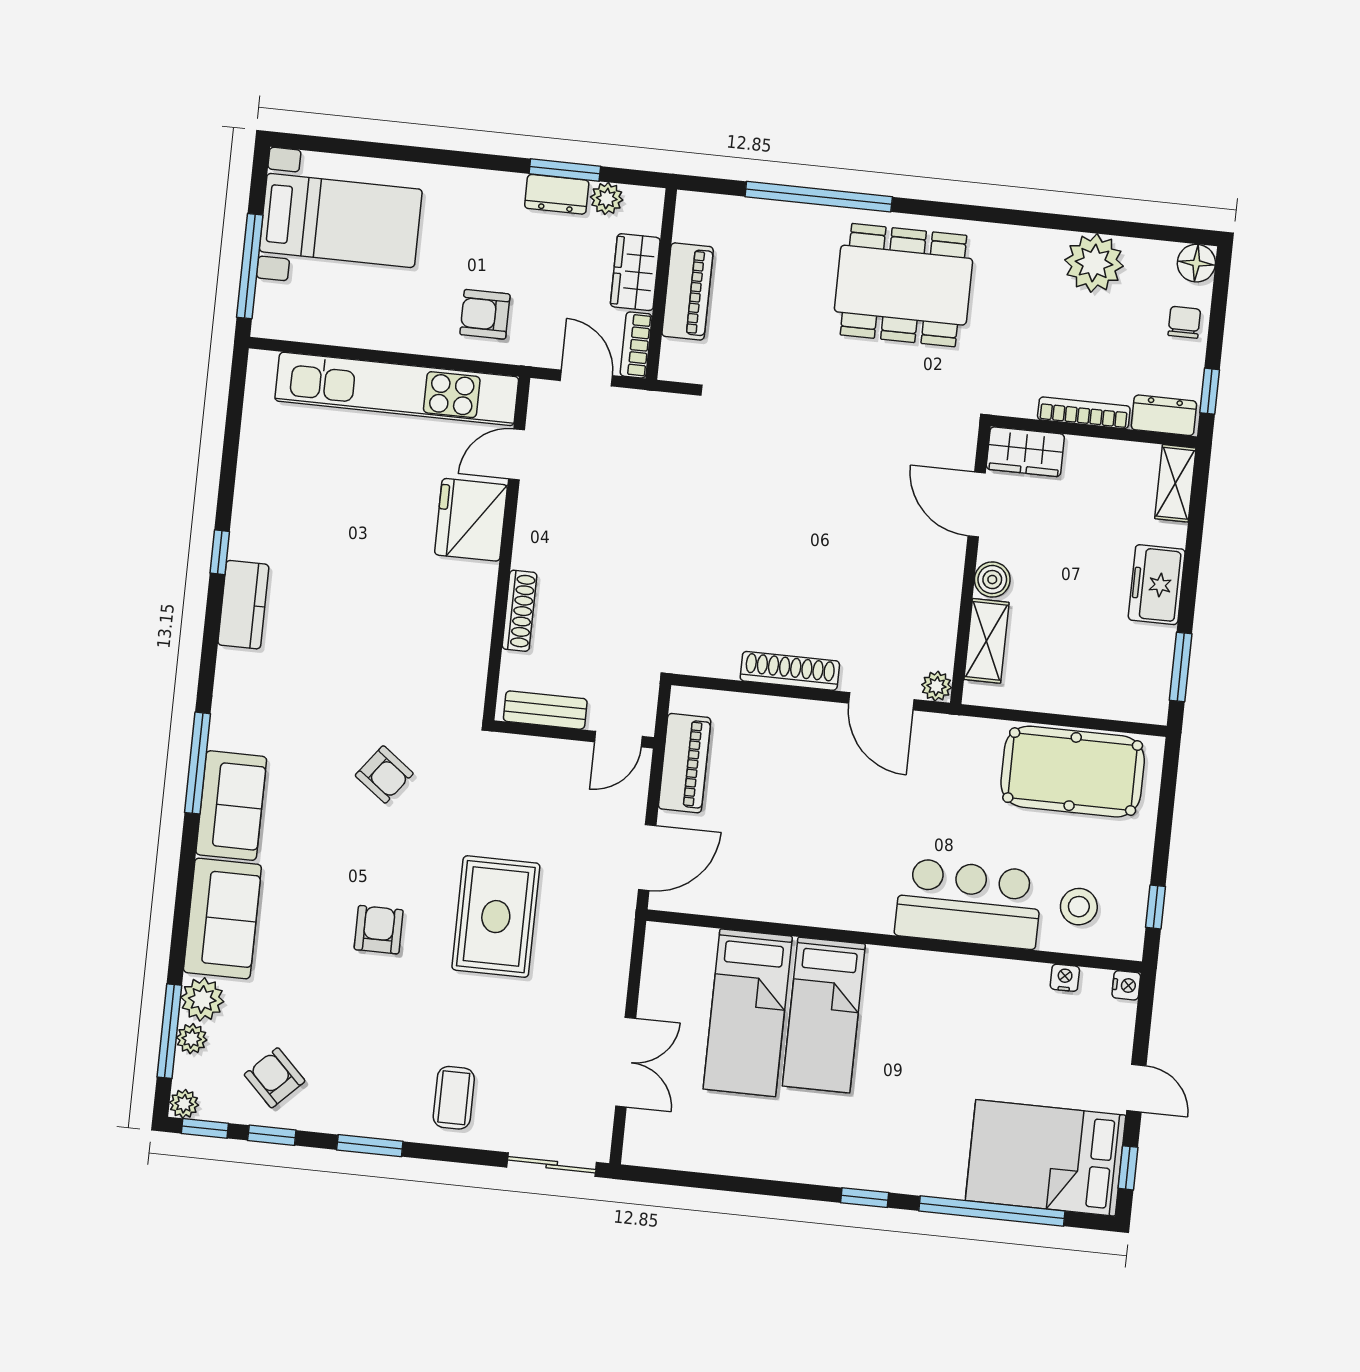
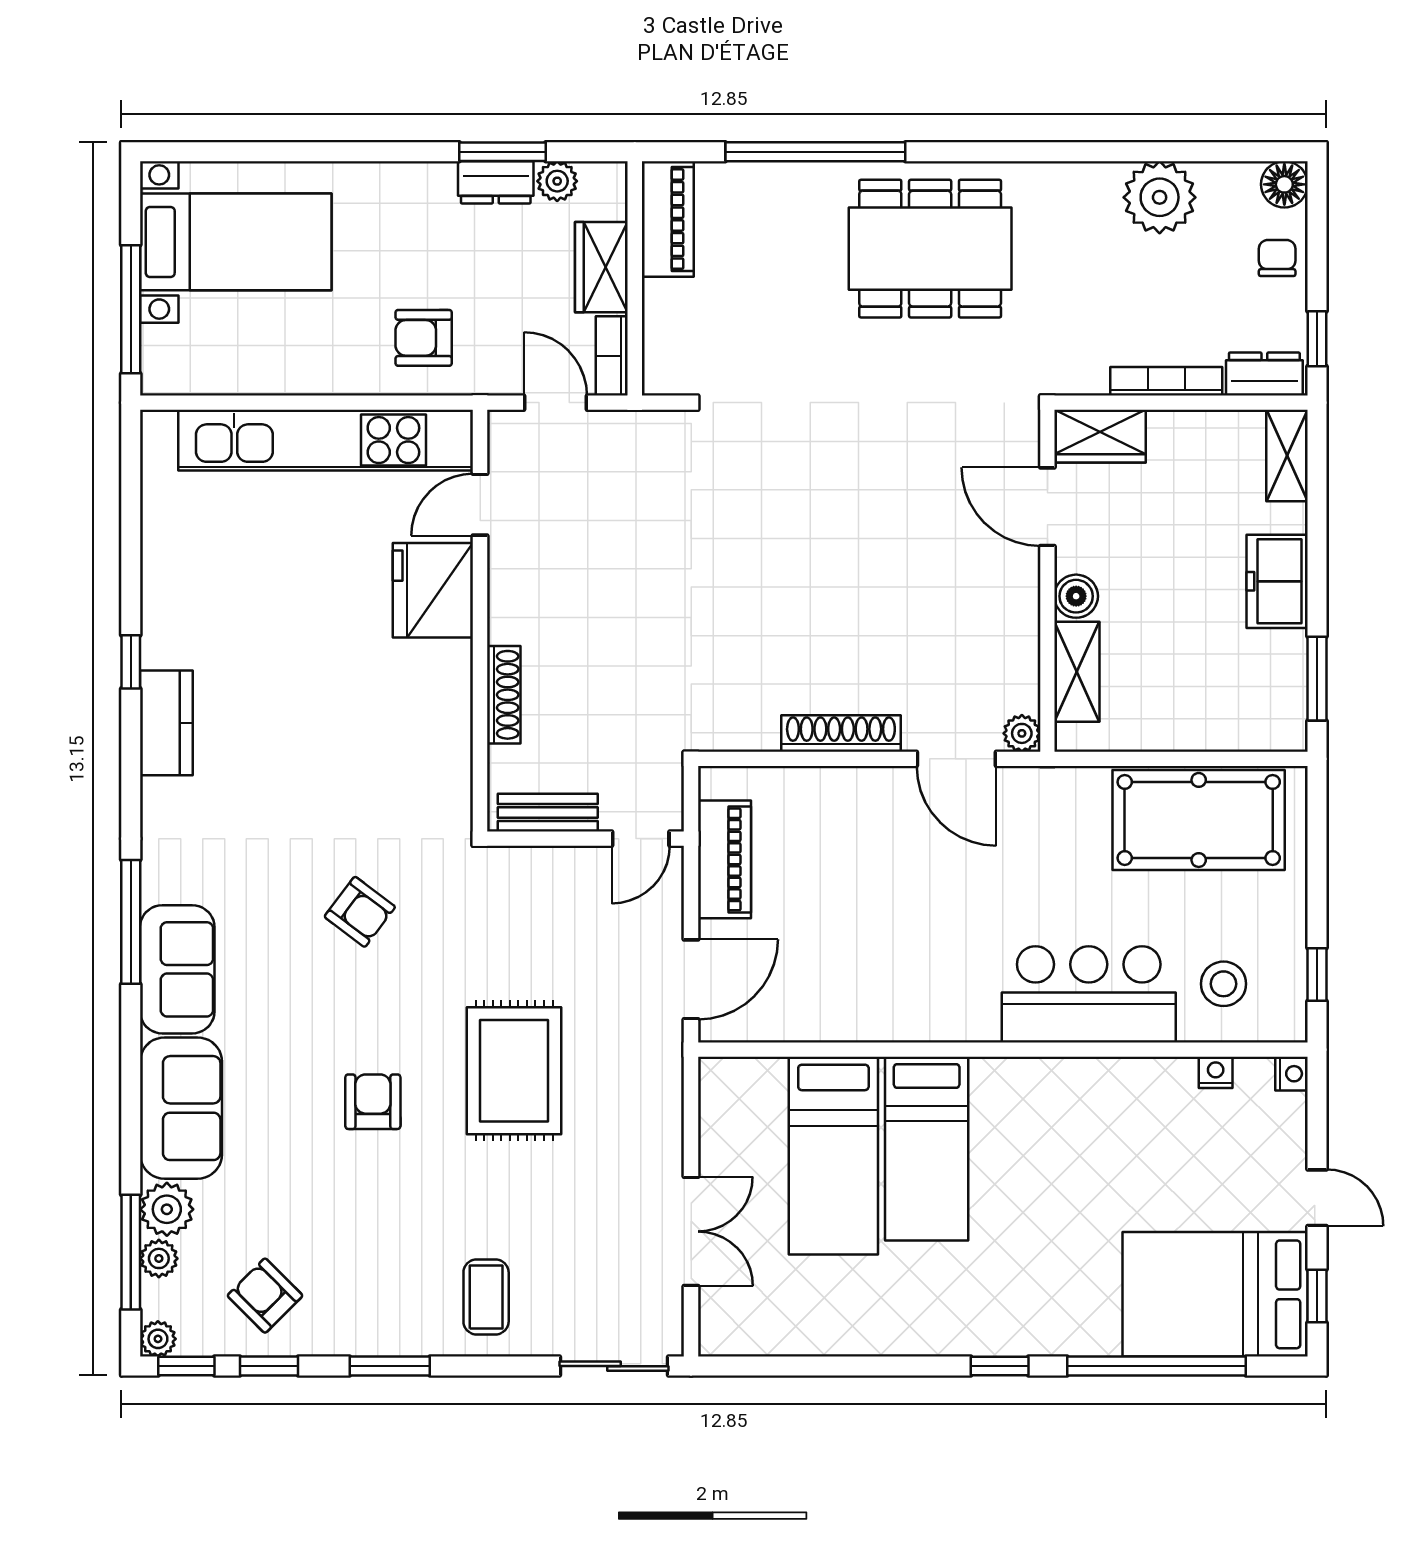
piano: (688, 291) -> (668, 219), moved

